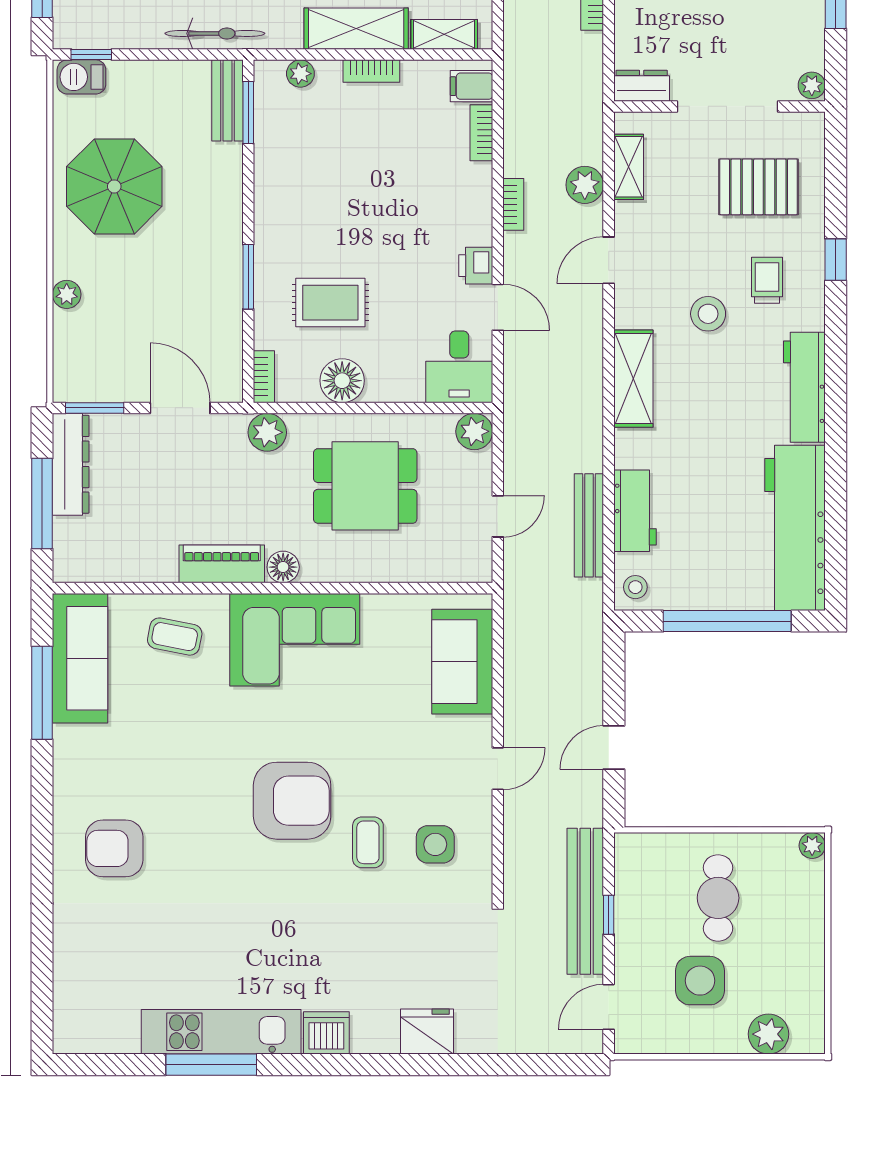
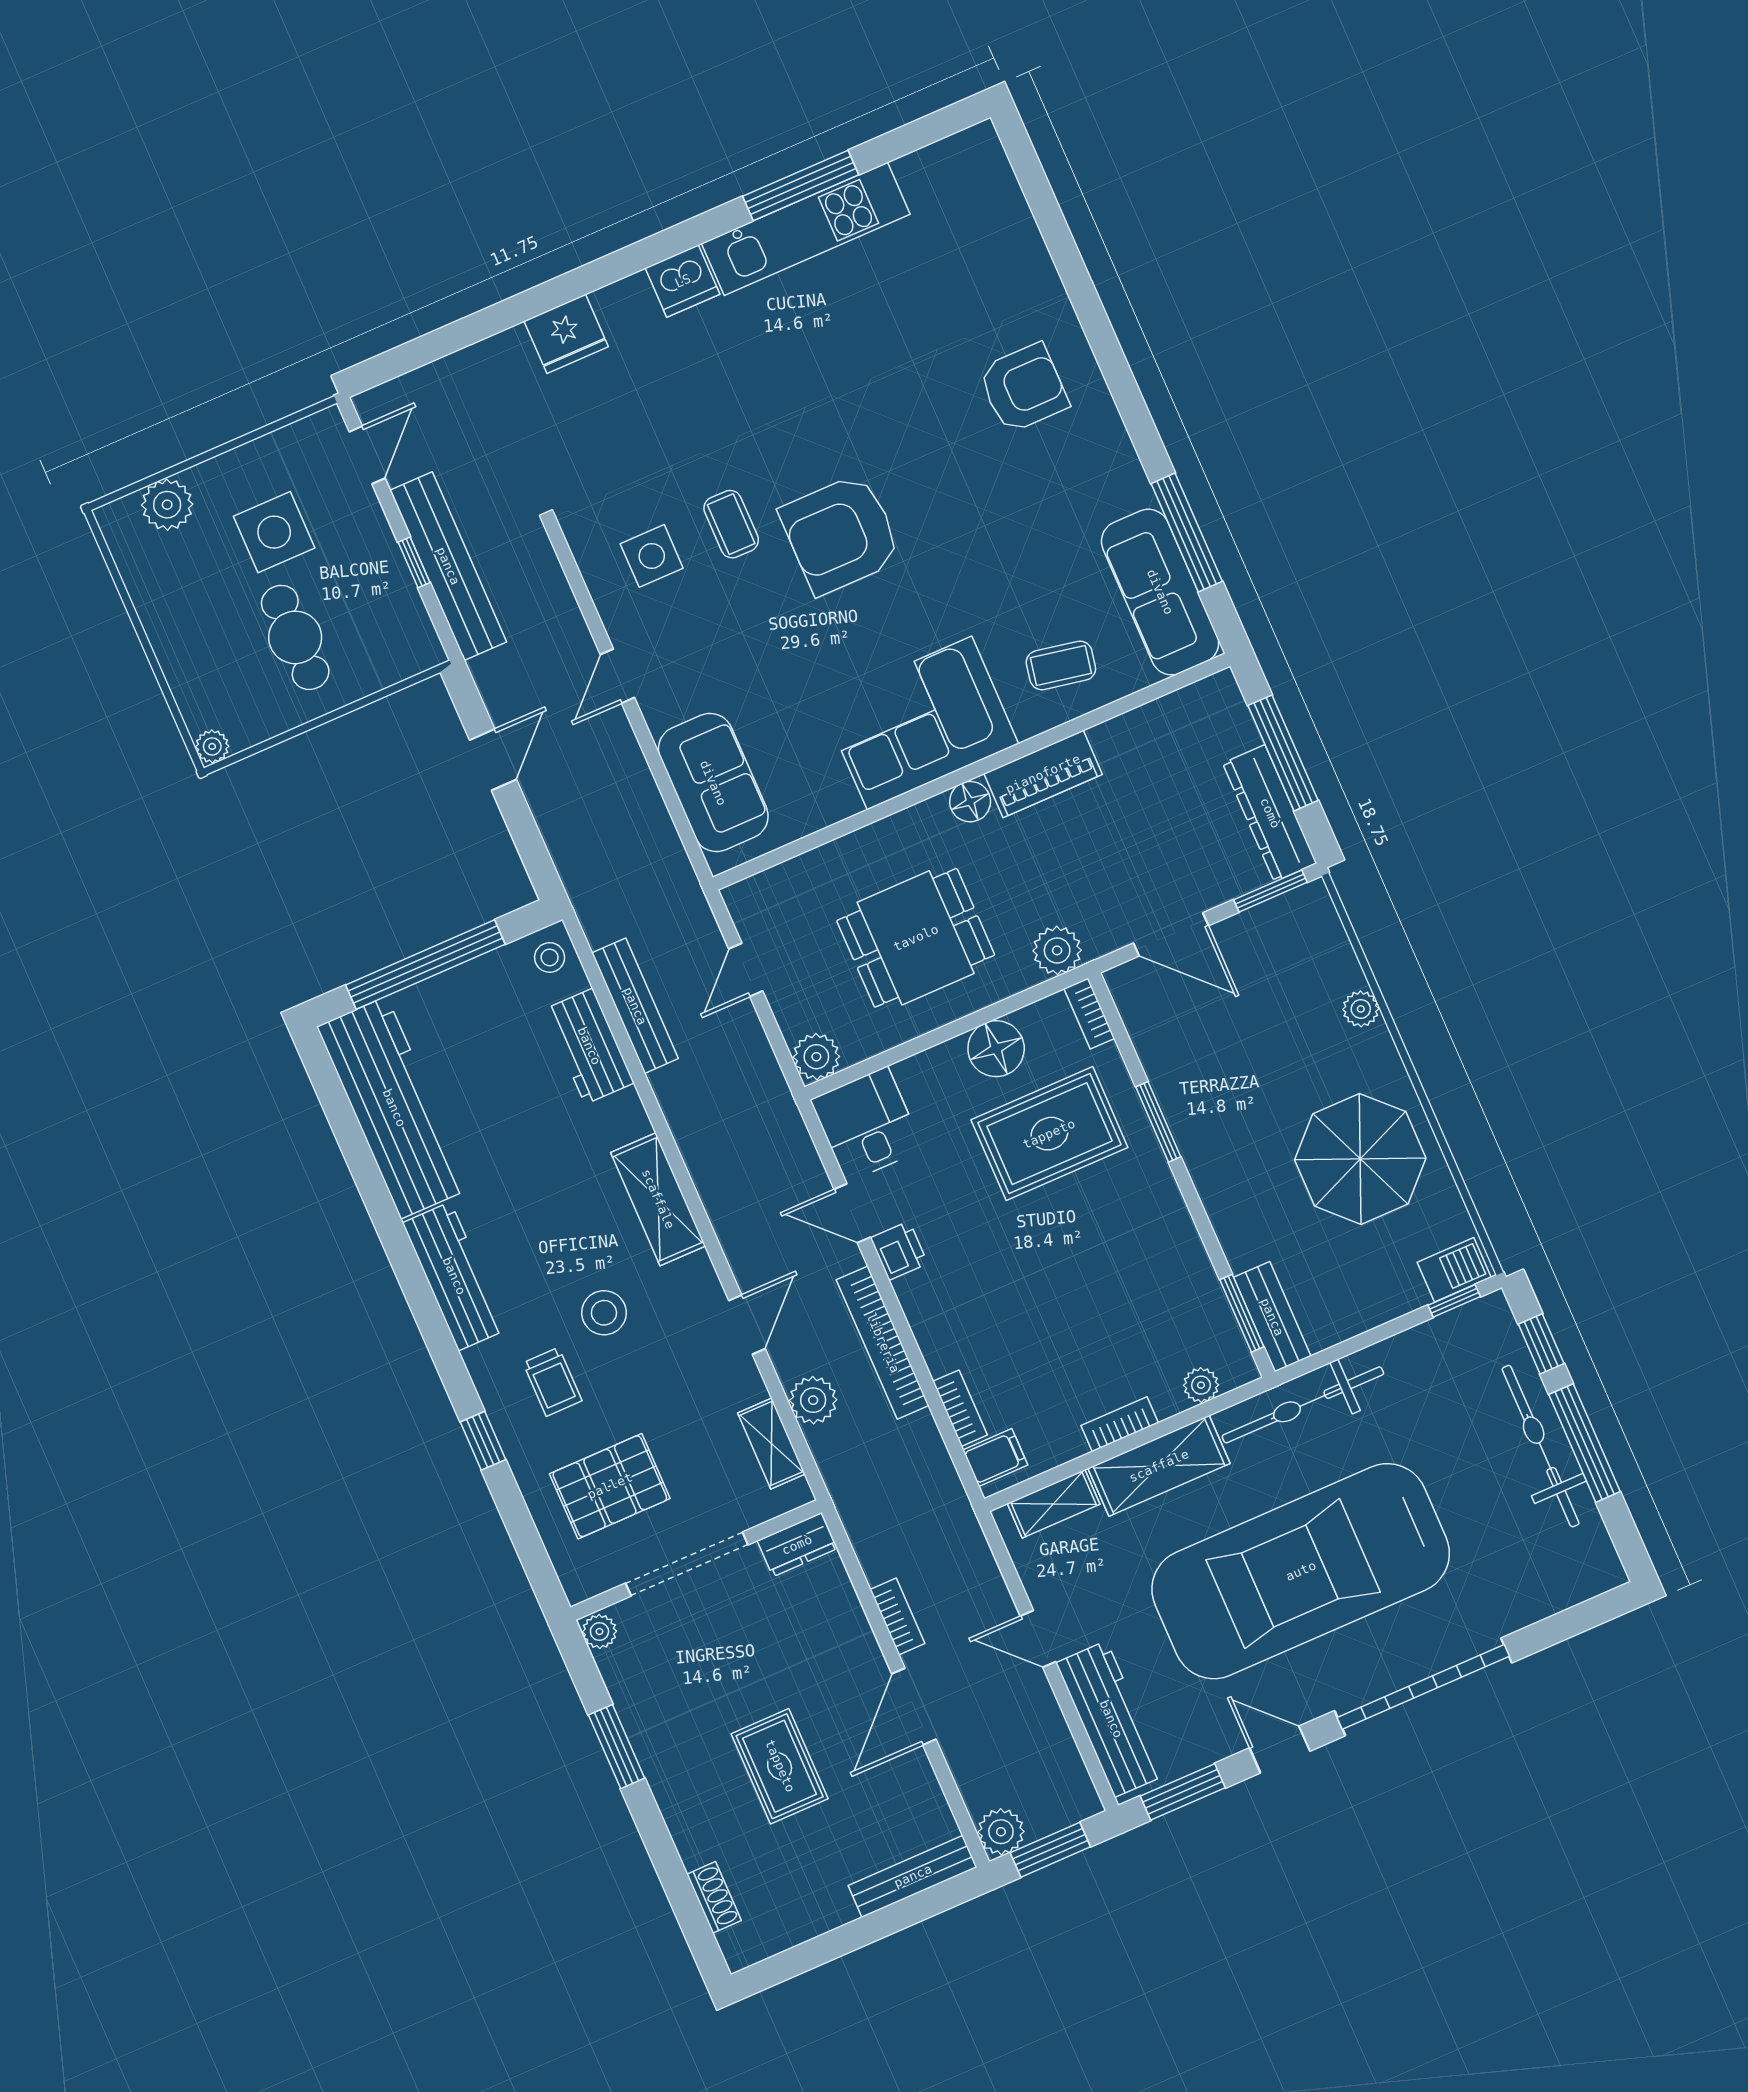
bicycle: (215, 33) -> (1303, 1405), width x1.37, depth x1.40
bookcase: (513, 204) -> (883, 1343), width x2.31, depth x1.31
rug: (330, 303) -> (1049, 1134), width x1.36, depth x1.43

